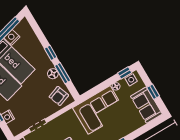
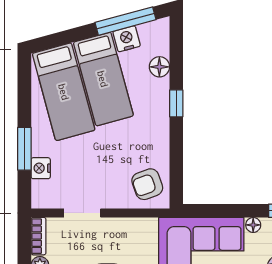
window: (63, 73) -> (176, 149), removed
floor lamp: (53, 74) -> (159, 67), moved

